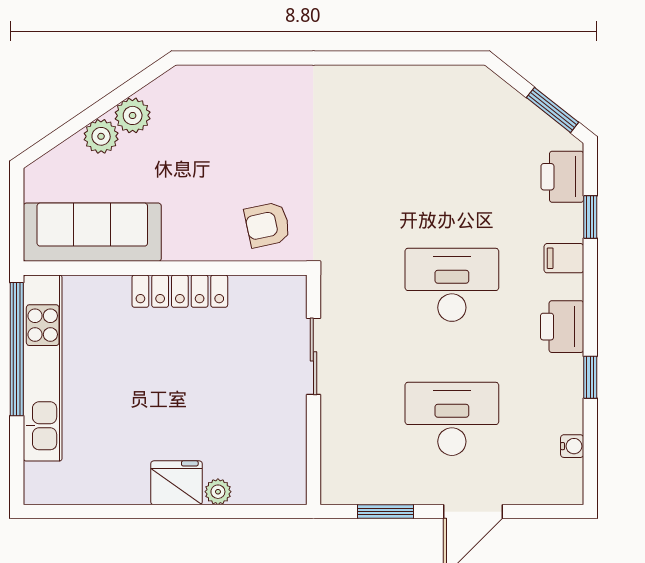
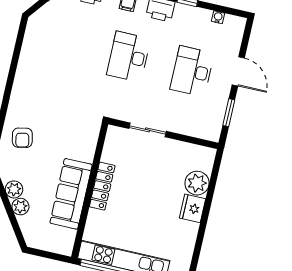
armchair: (267, 225) -> (22, 138), moved
sofa: (92, 232) -> (71, 194), moved
plant: (218, 492) -> (197, 183), width x1.88, depth x1.88

